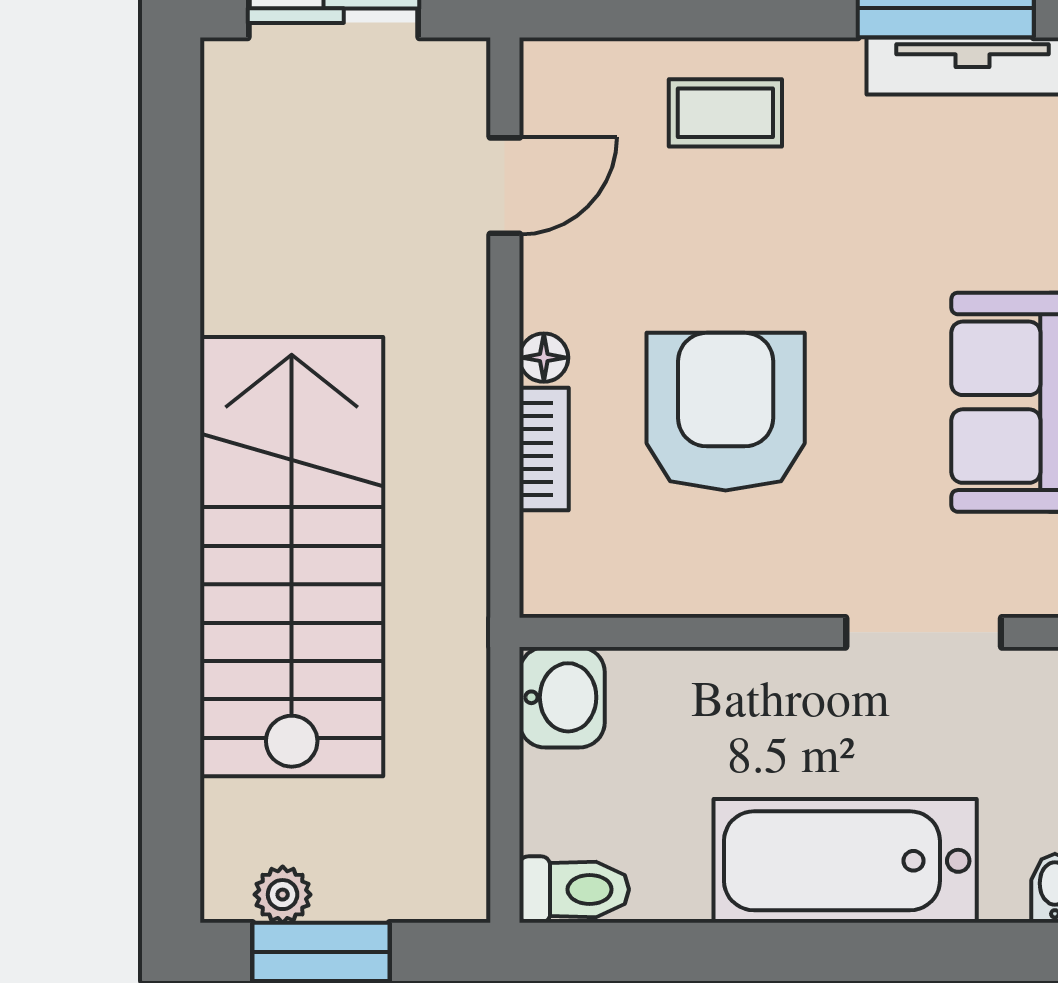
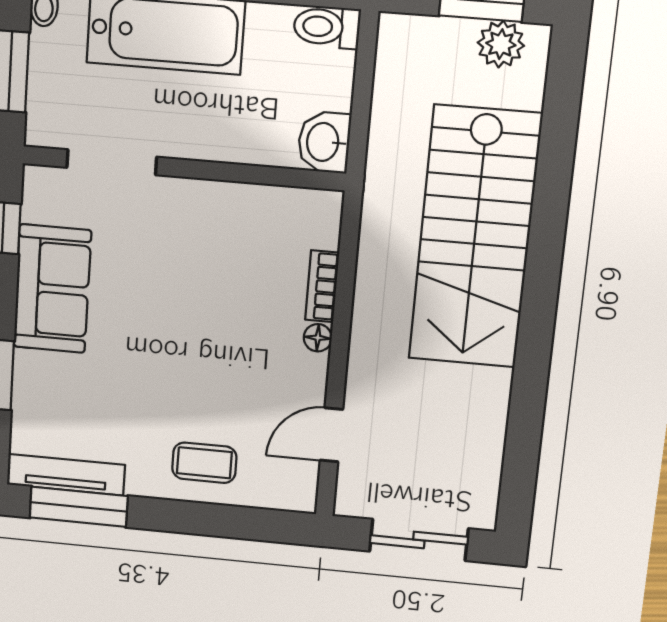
armchair: (726, 412) -> (216, 298), removed
plant: (283, 895) -> (501, 44), width x1.38, depth x1.38

